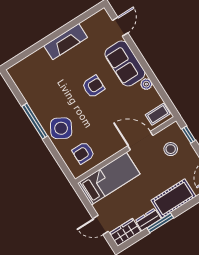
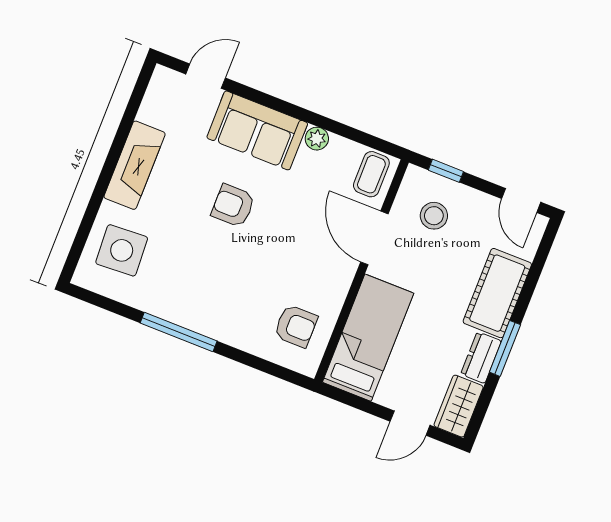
door: (120, 27) -> (206, 76), hinge flipped
armchair: (93, 86) -> (233, 206), turned -90
side table: (61, 128) -> (122, 250), moved, turned -33
door: (140, 141) -> (374, 238), hinge flipped
armchair: (83, 153) -> (296, 326), turned -90

